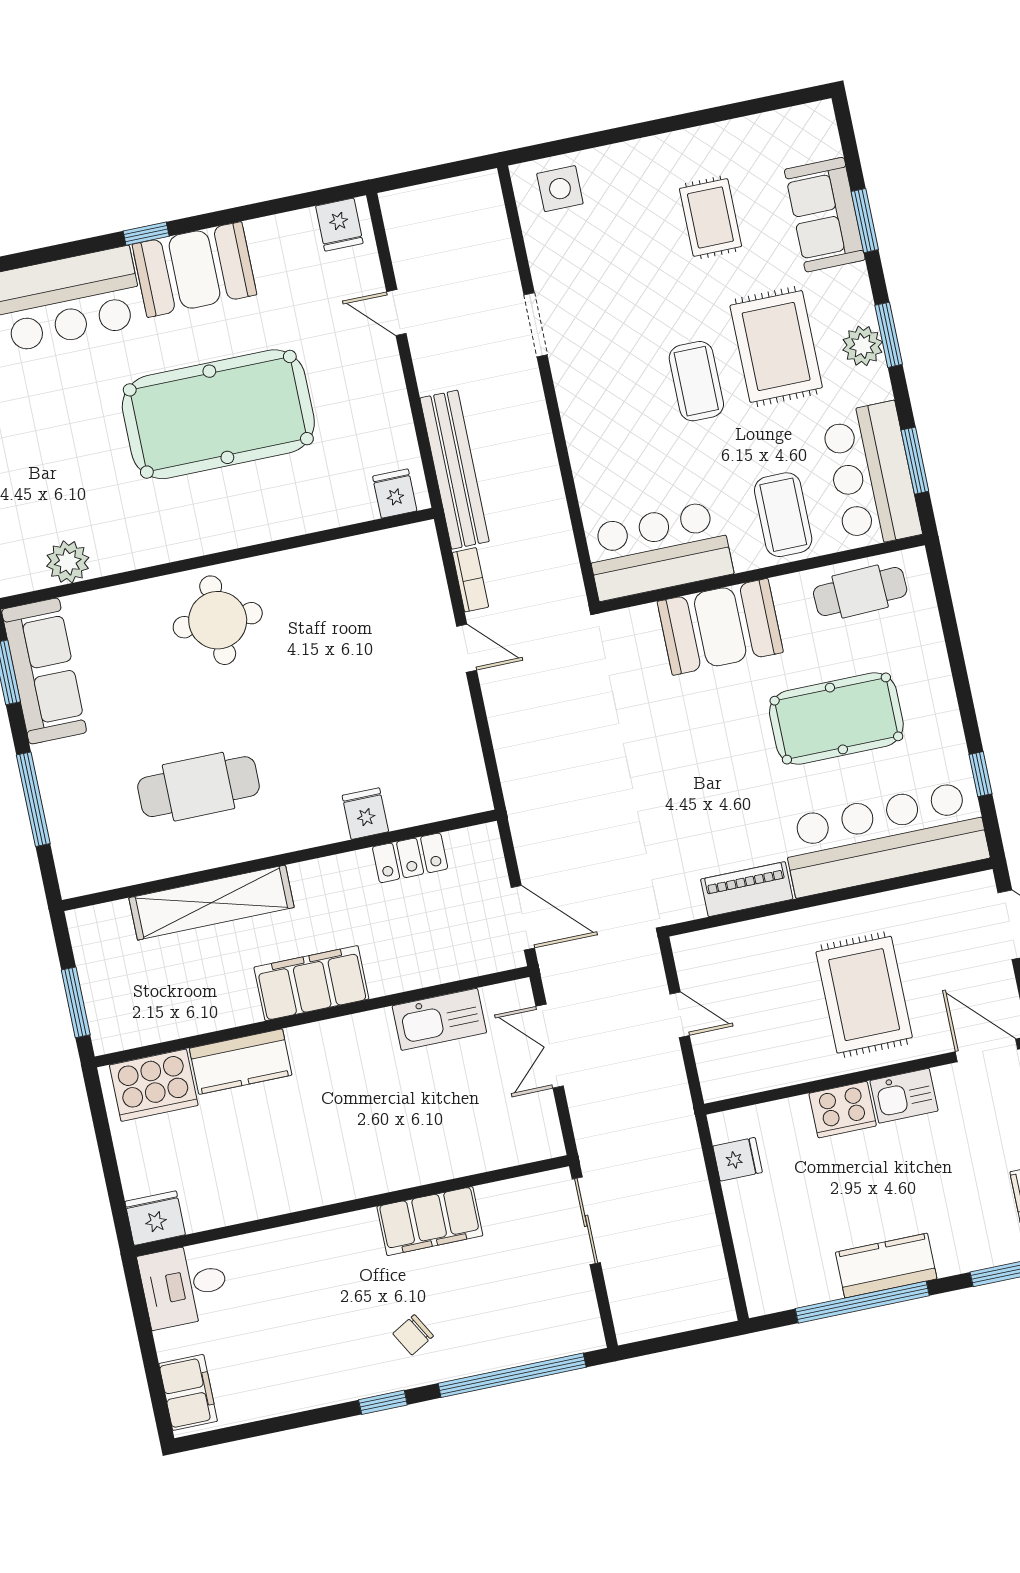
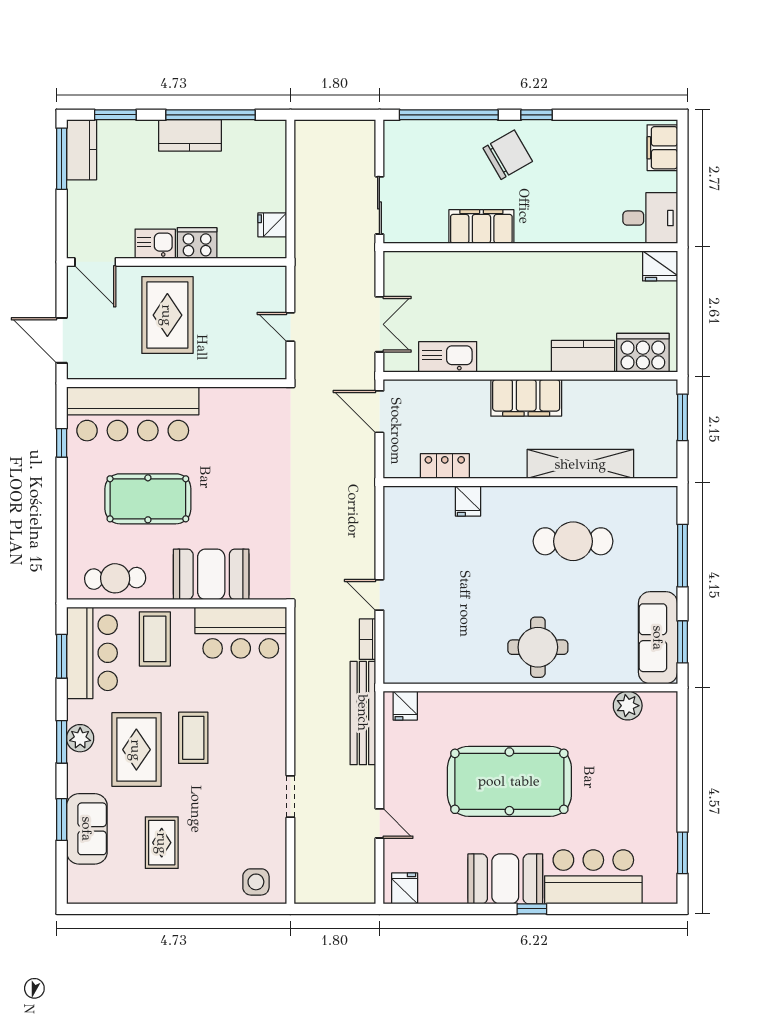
piano: (747, 889) -> (230, 400), removed
chair: (413, 1335) -> (508, 155), width x1.87, depth x1.87

